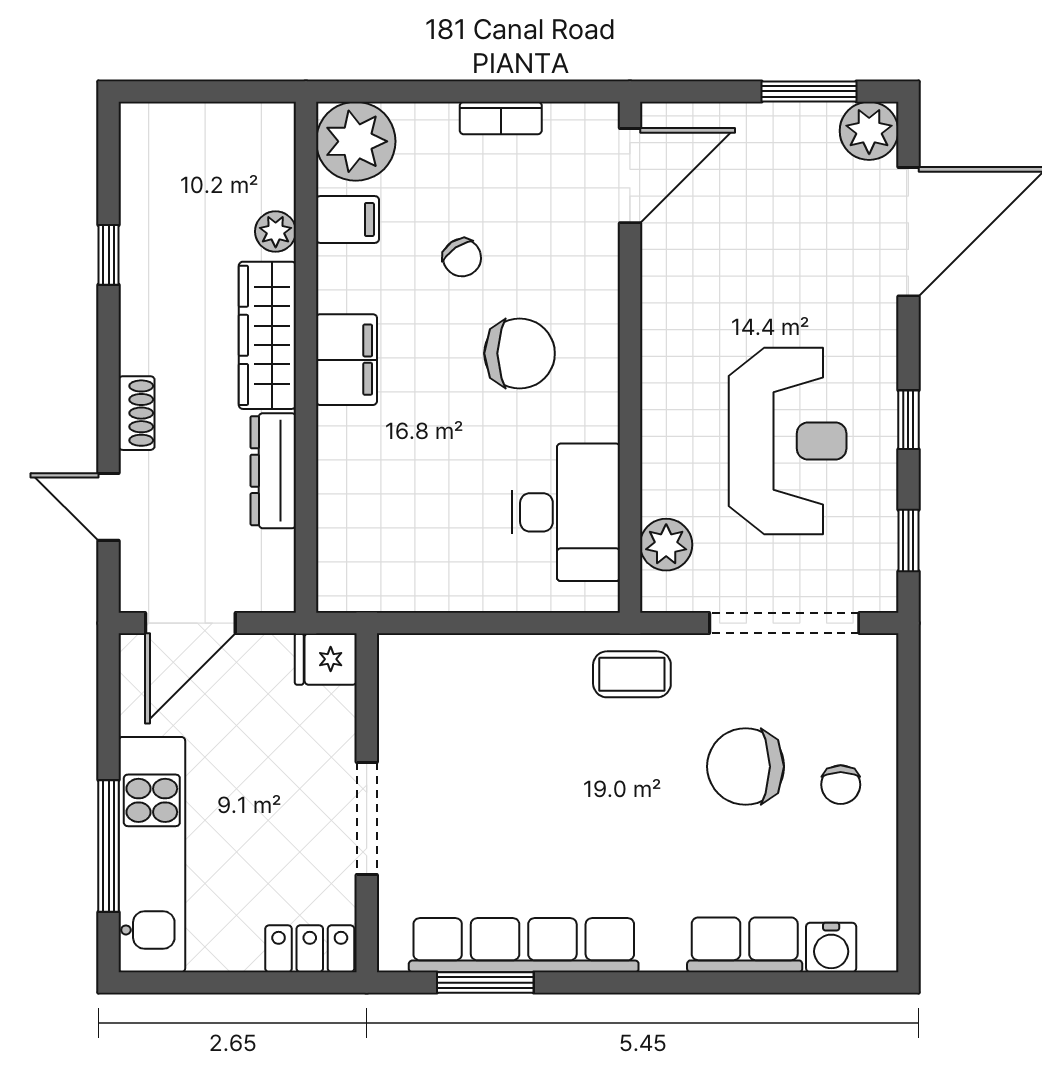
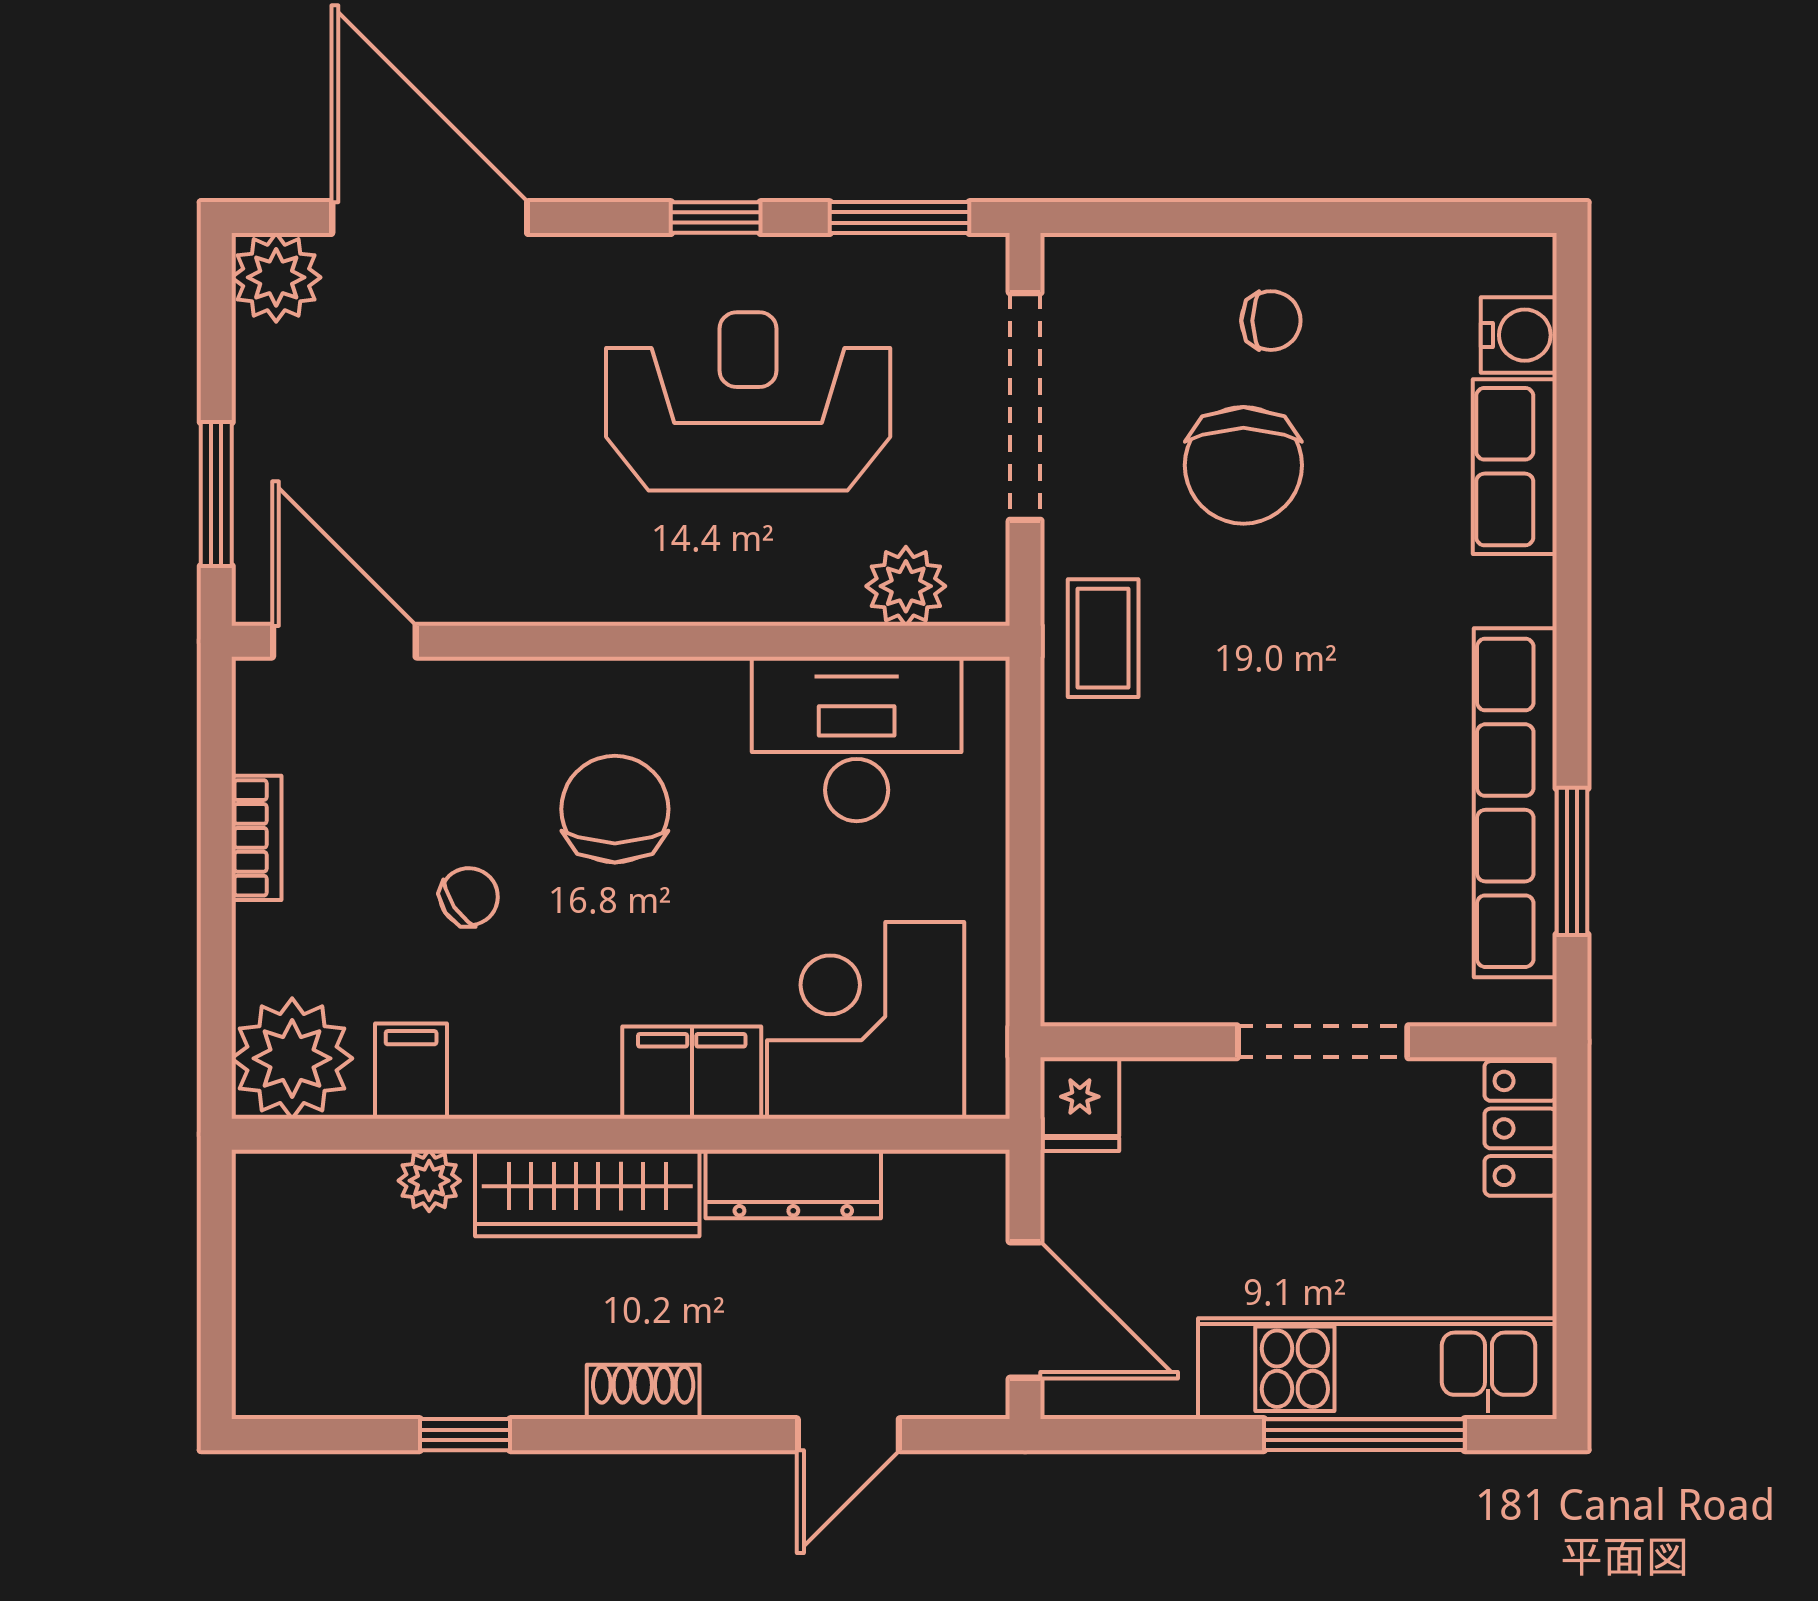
window: (809, 91) -> (216, 494), moved
filing cabinet: (346, 360) -> (692, 1073), moved
shoe rack: (137, 413) -> (643, 1392), moved
corner desk: (381, 518) -> (866, 1020), added
window: (908, 541) -> (900, 218), width x1.50

